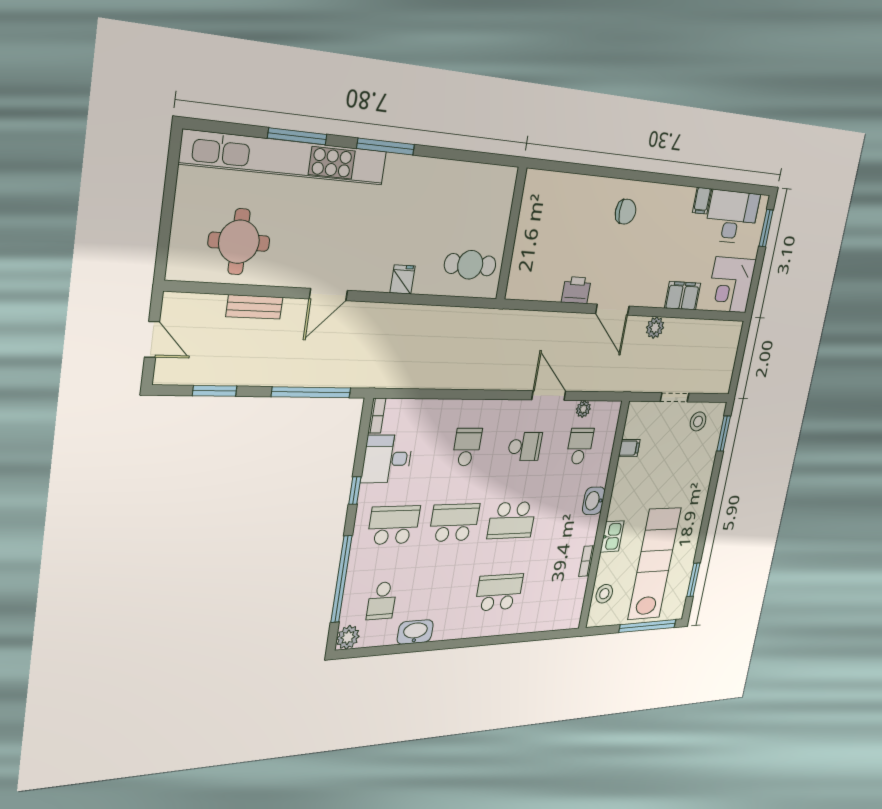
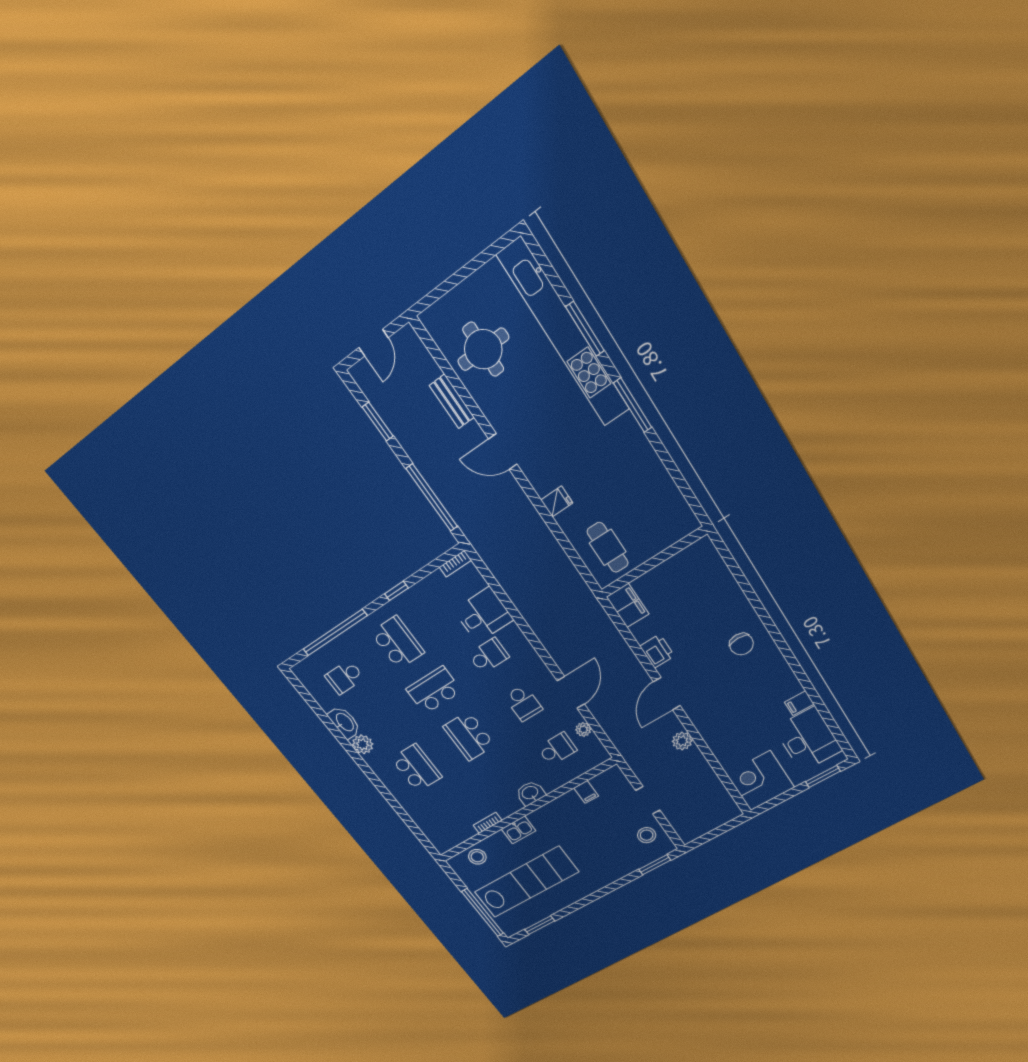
filing cabinet: (683, 296) -> (628, 605), moved
desk: (387, 459) -> (483, 615), moved, turned 90
school desk: (454, 523) -> (434, 690), turned -90
plant: (348, 637) -> (363, 744), moved

